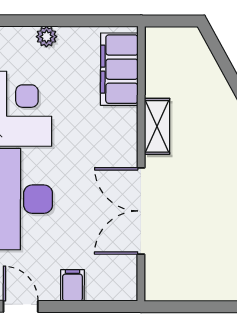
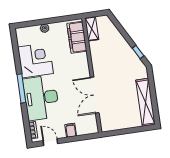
shelving: (157, 126) -> (92, 29), moved

